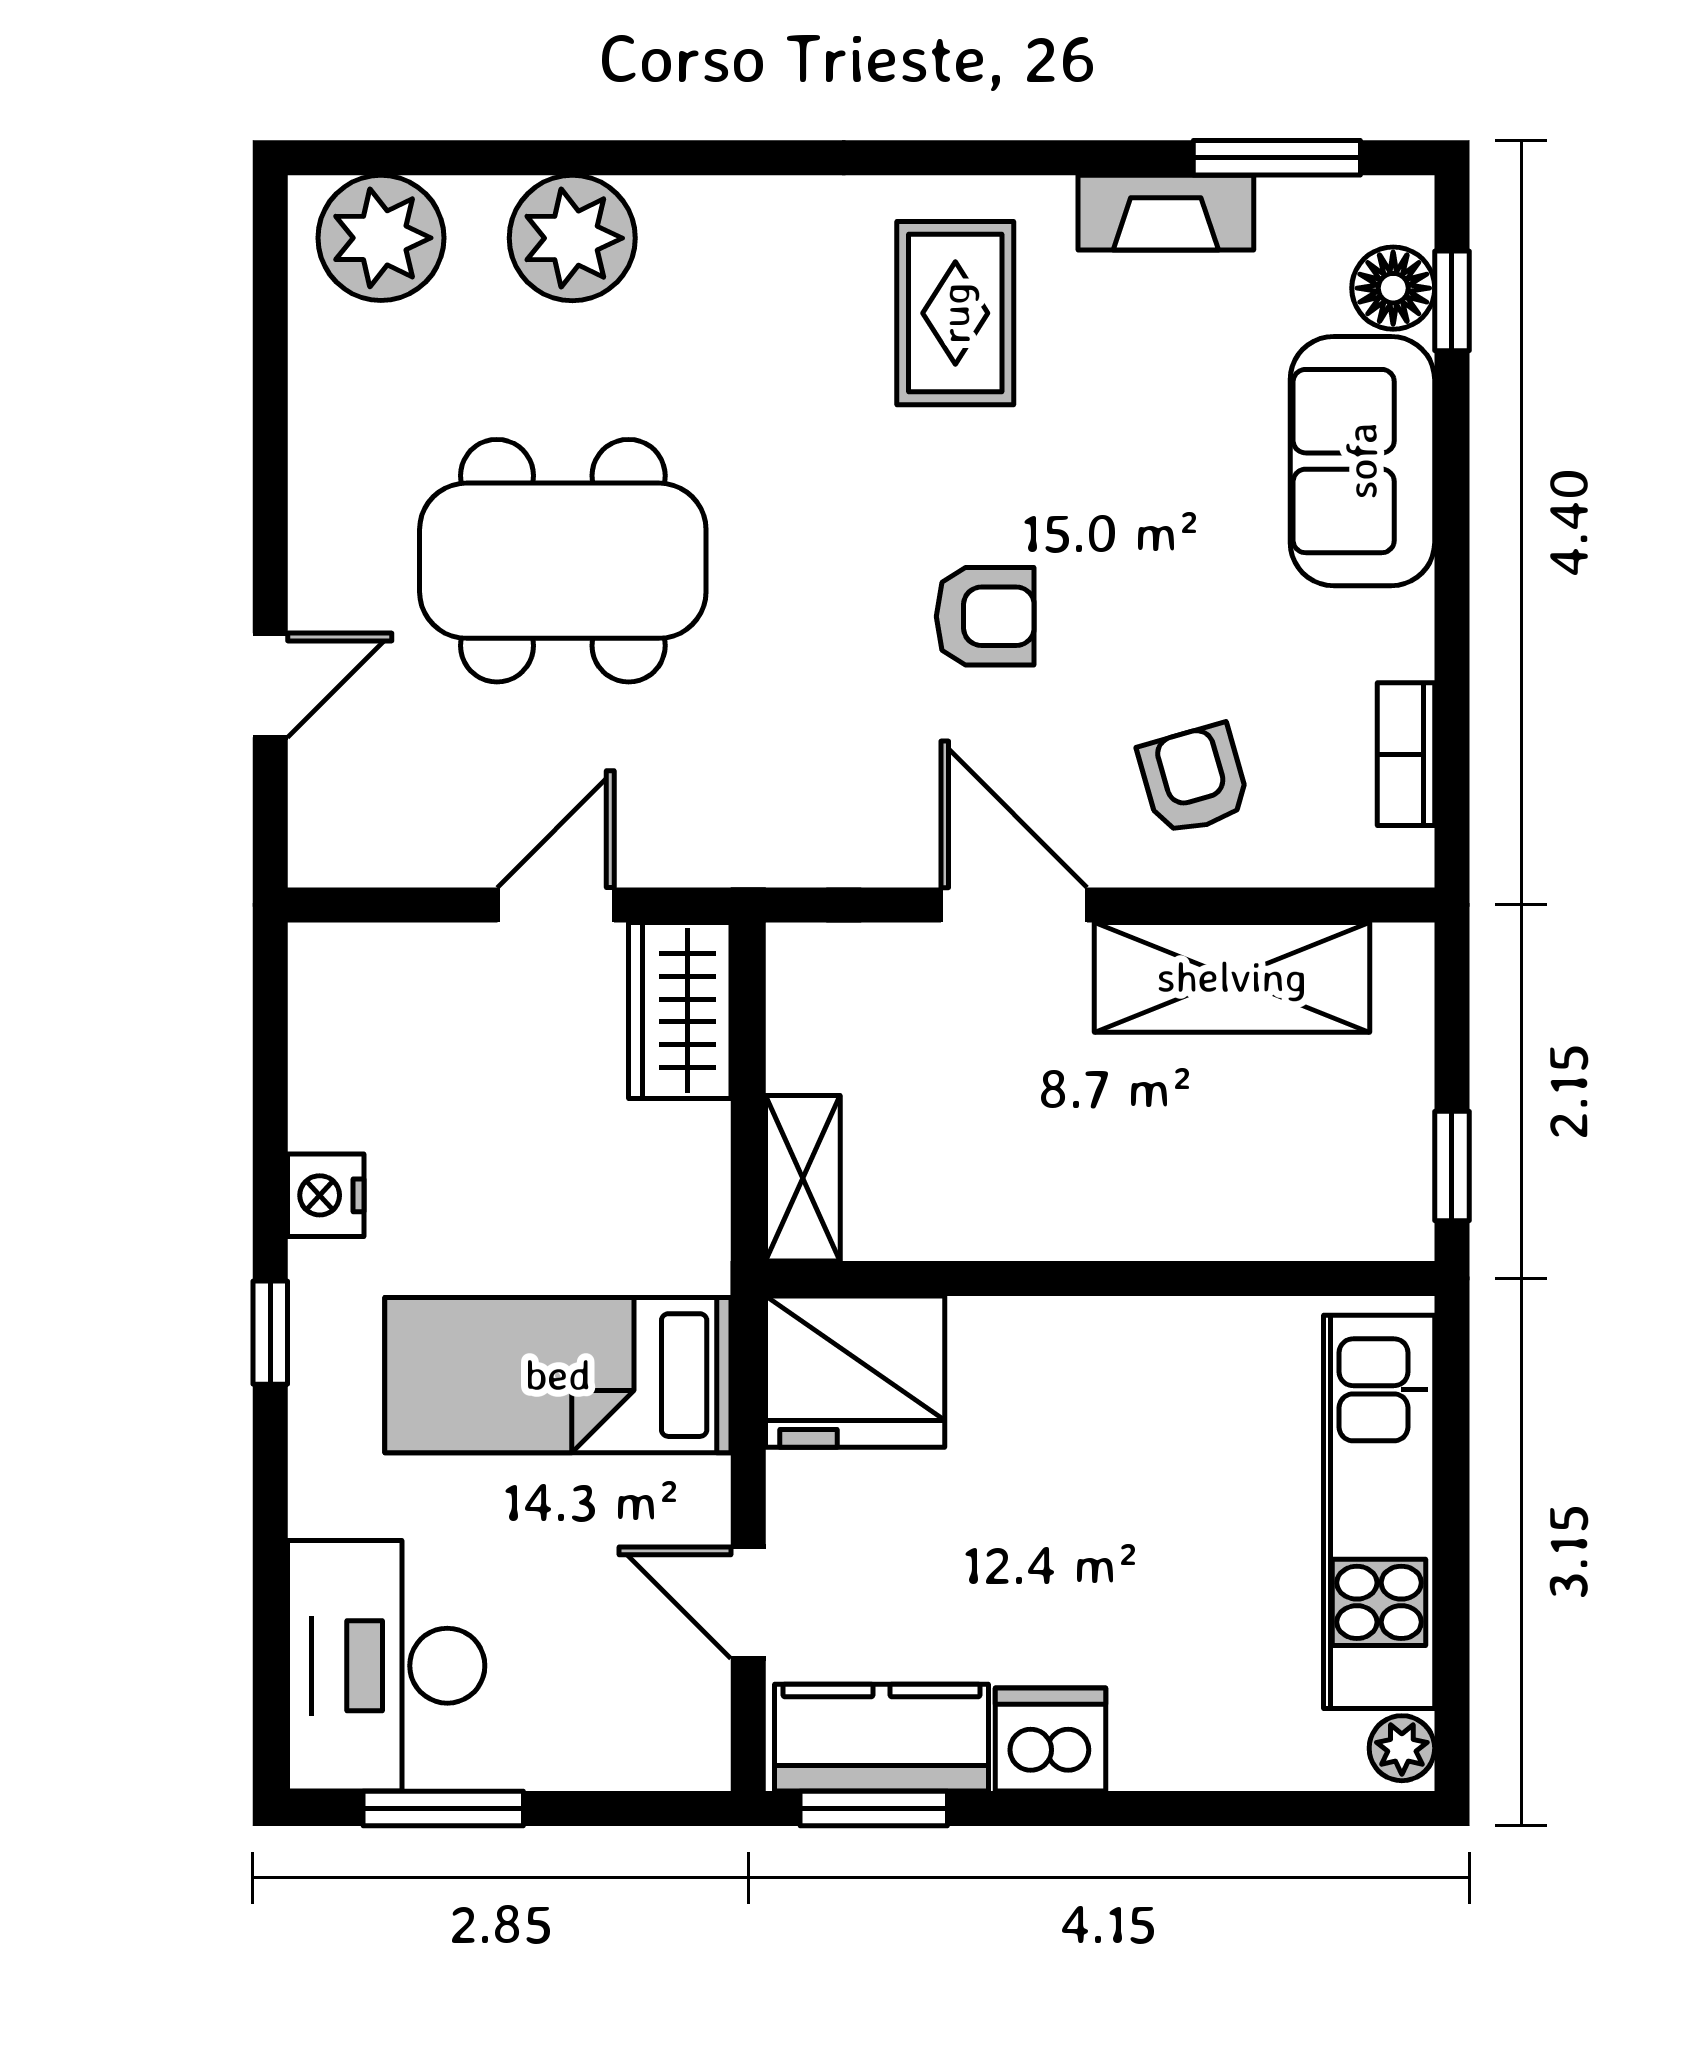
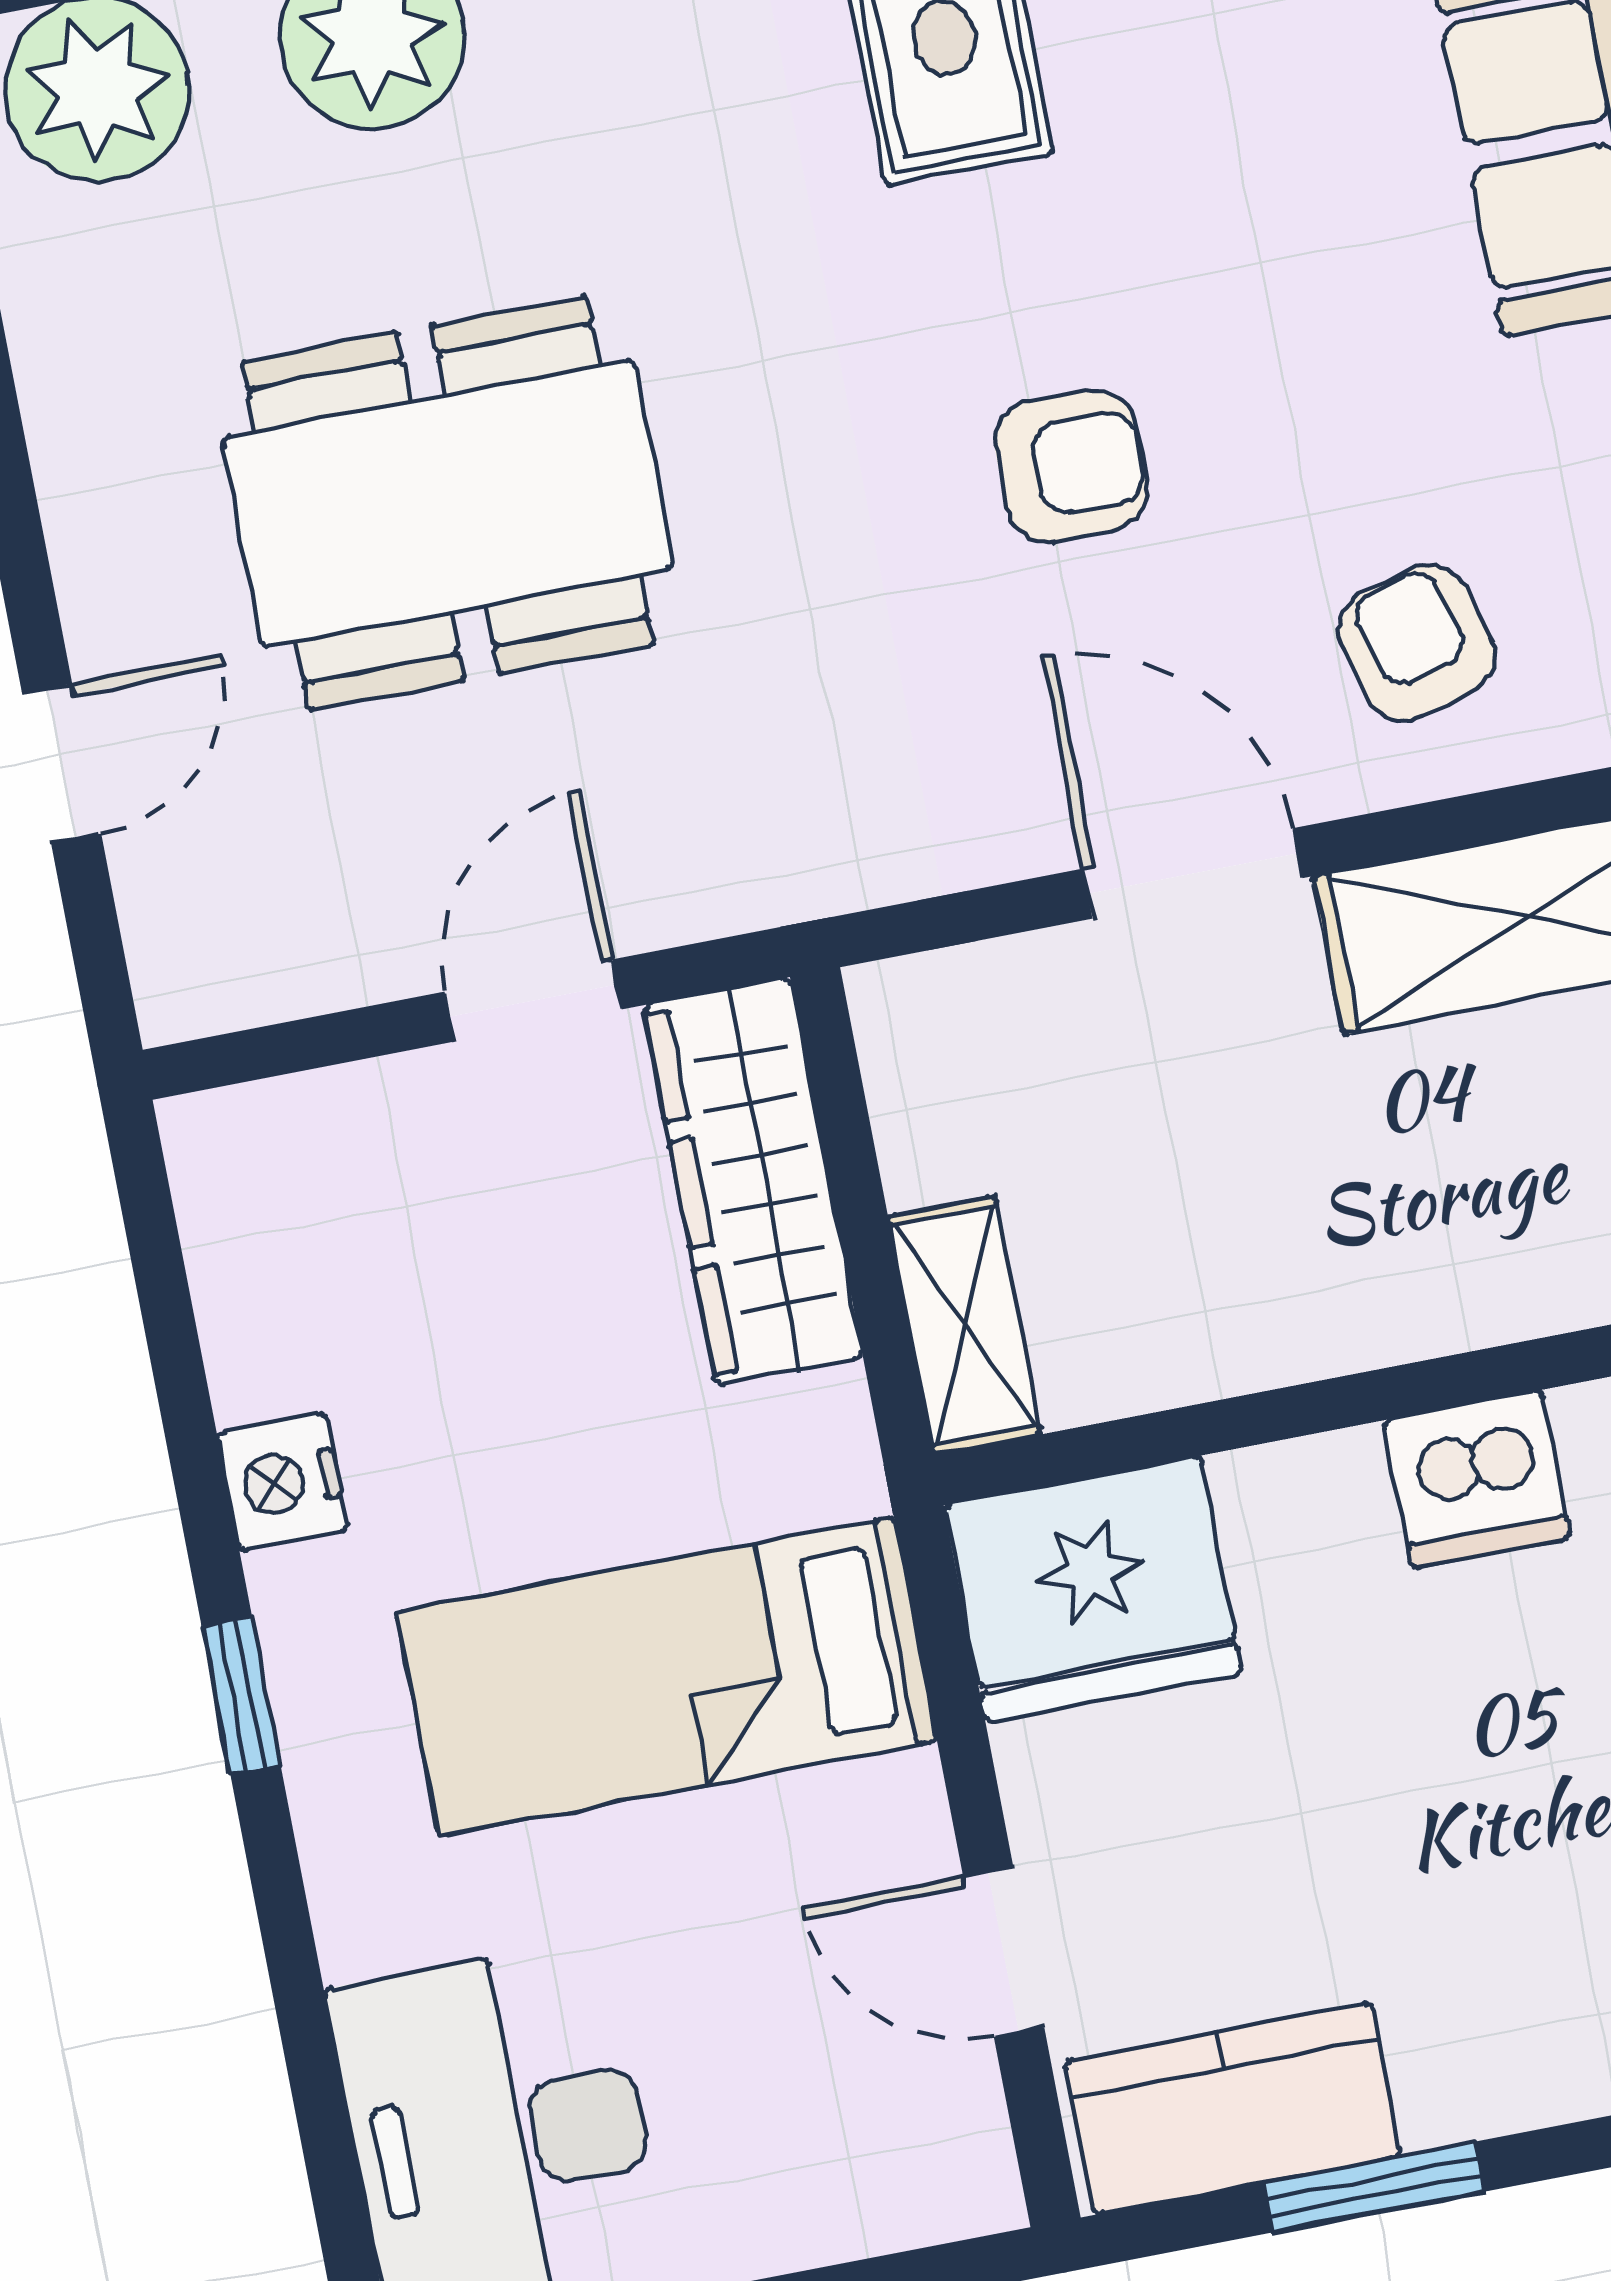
wardrobe: (680, 1010) -> (753, 1181), width x1.50
dishwasher: (1050, 1739) -> (1477, 1479), moved, turned 180
window: (874, 1808) -> (1374, 2187), moved

